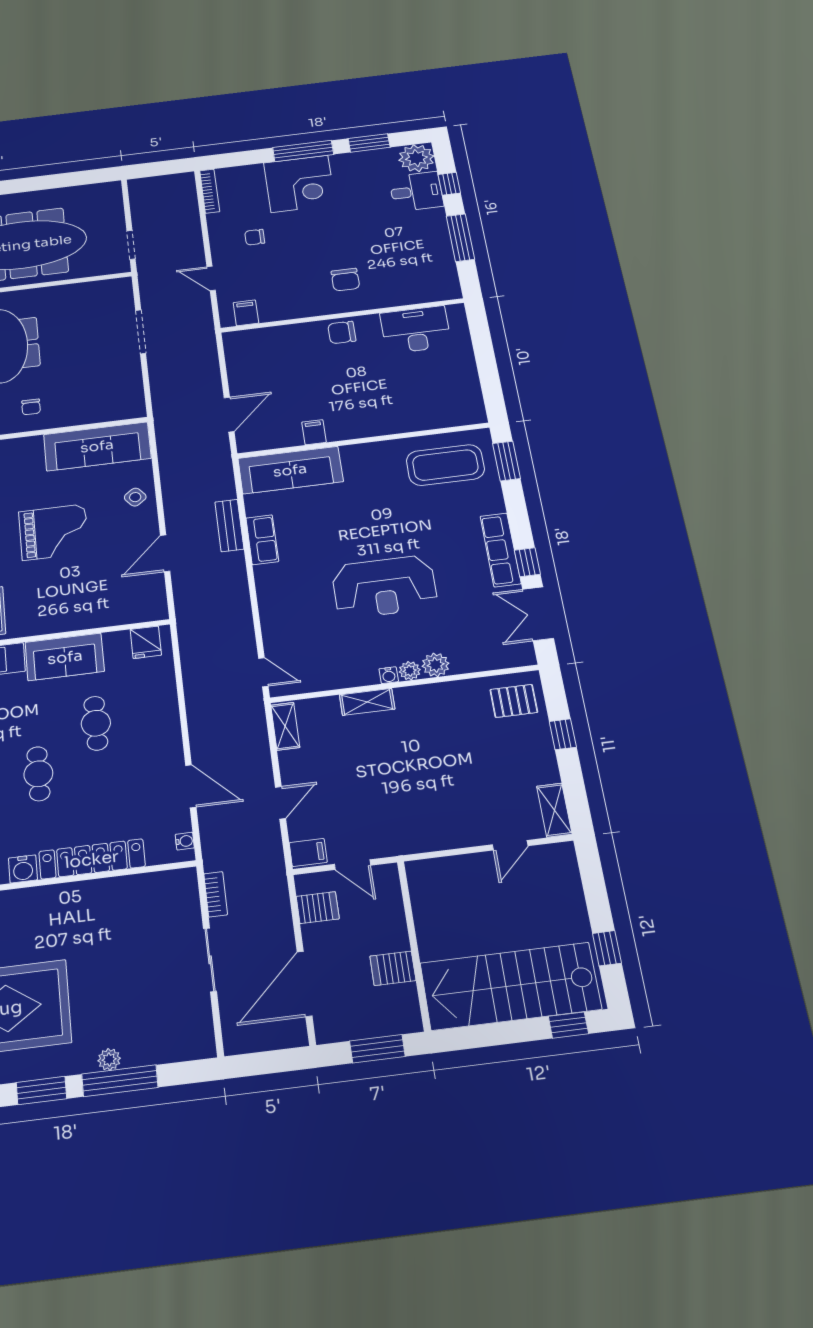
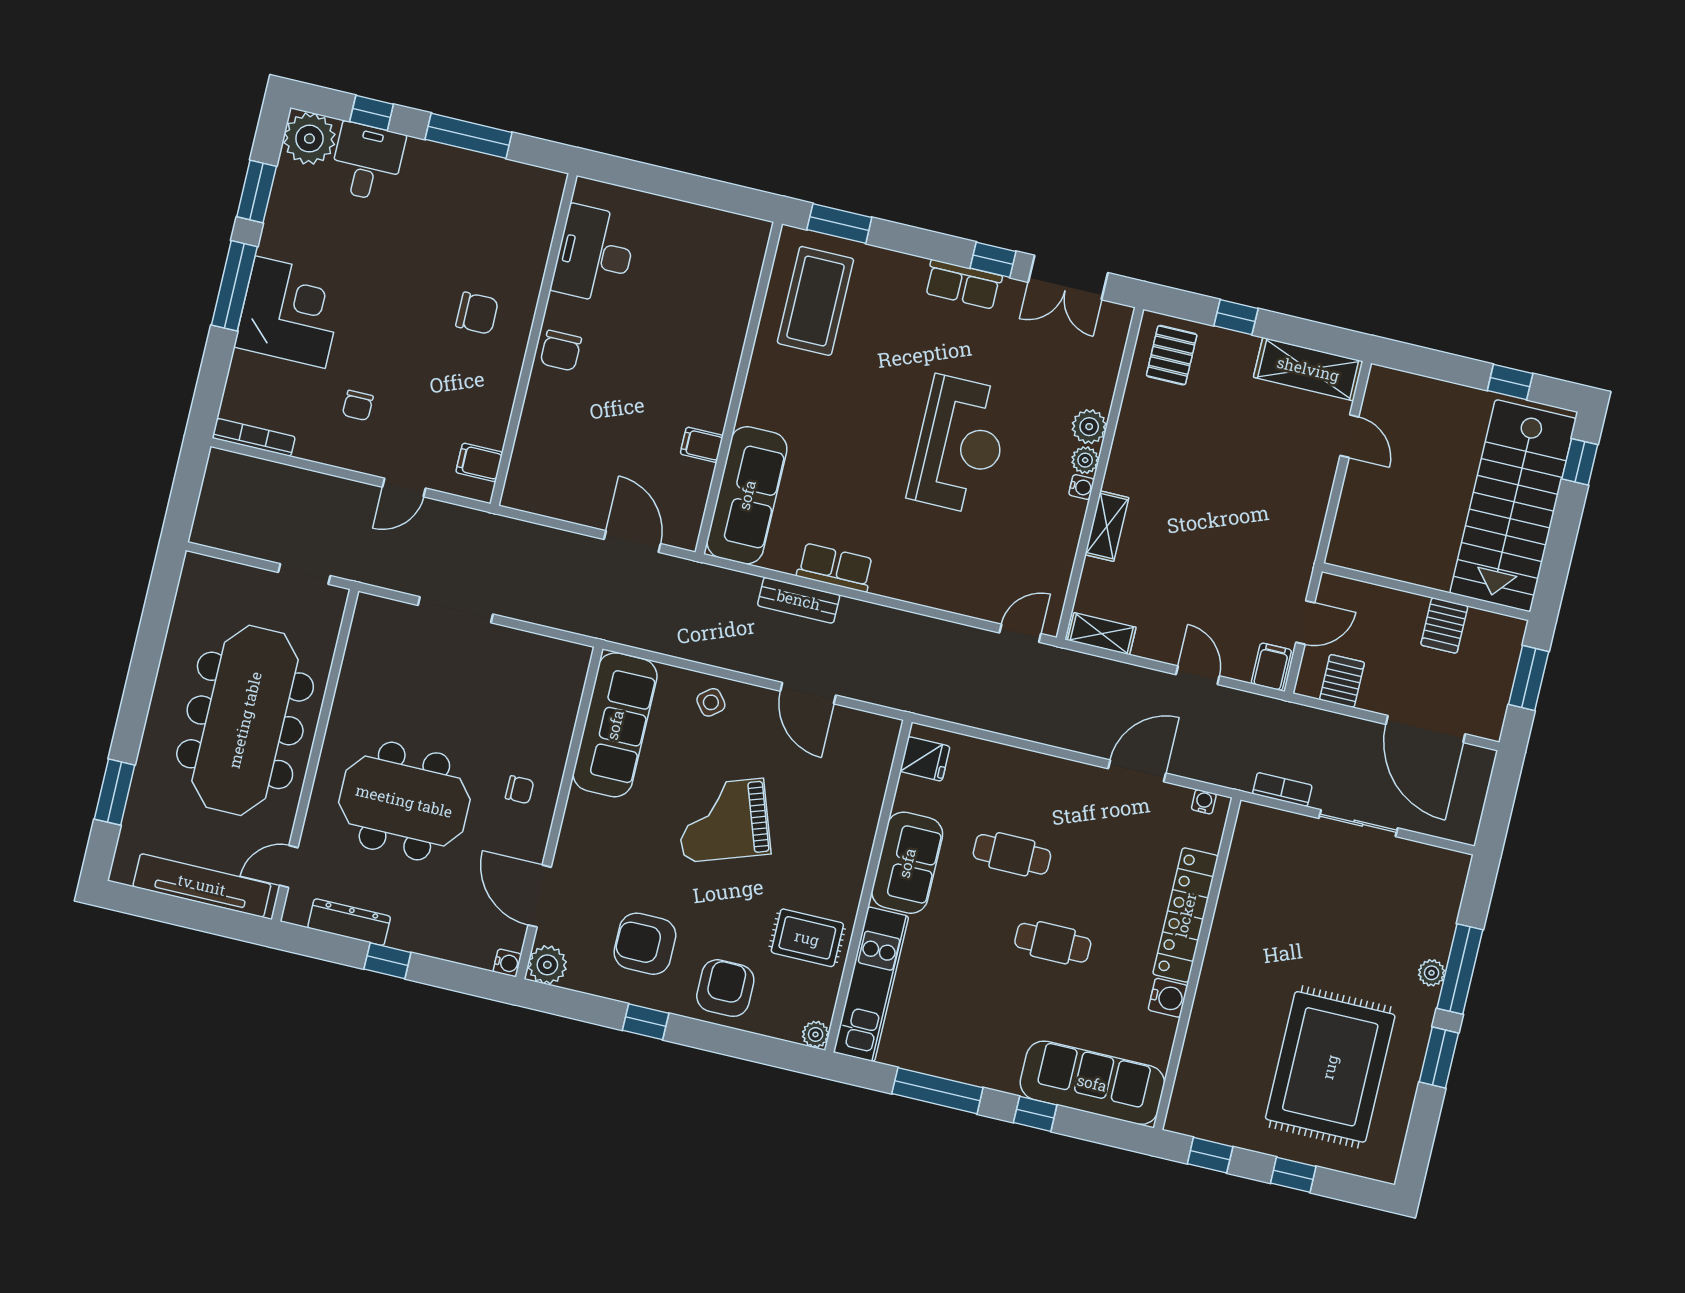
grand piano: (54, 532) -> (723, 820), turned -109
row of seats: (501, 550) -> (963, 284), width x0.68
shelving: (554, 810) -> (1308, 369), width x1.50, depth x1.33

